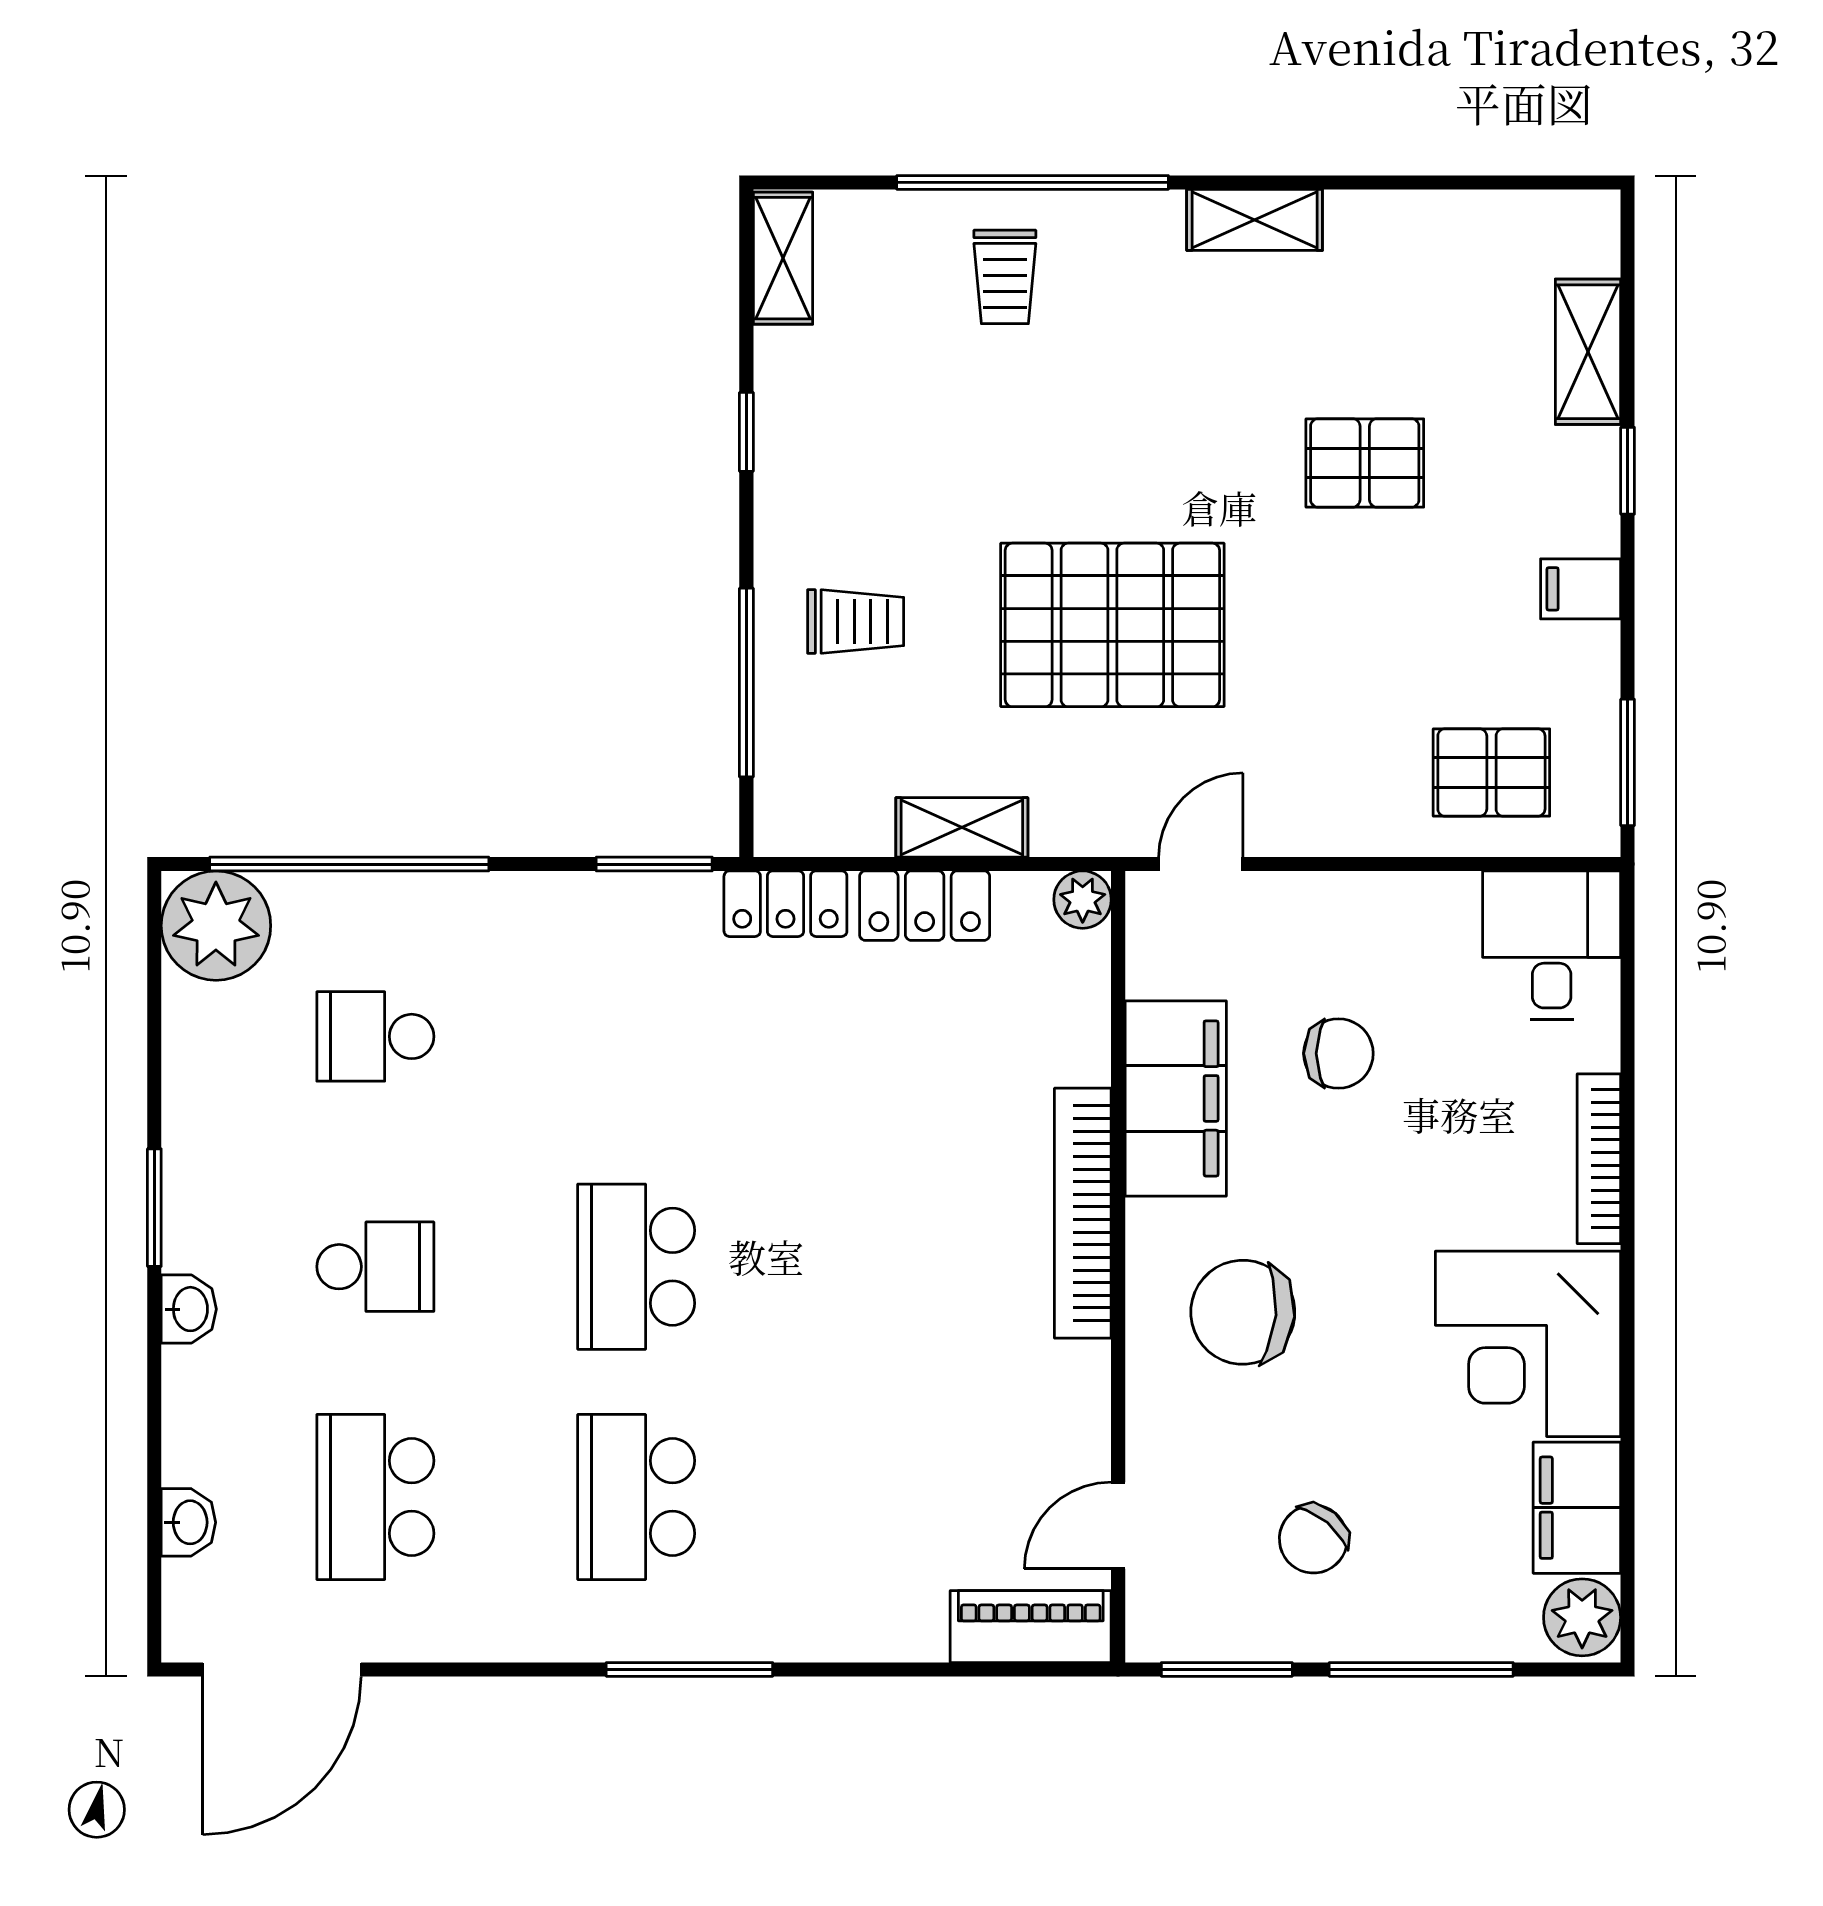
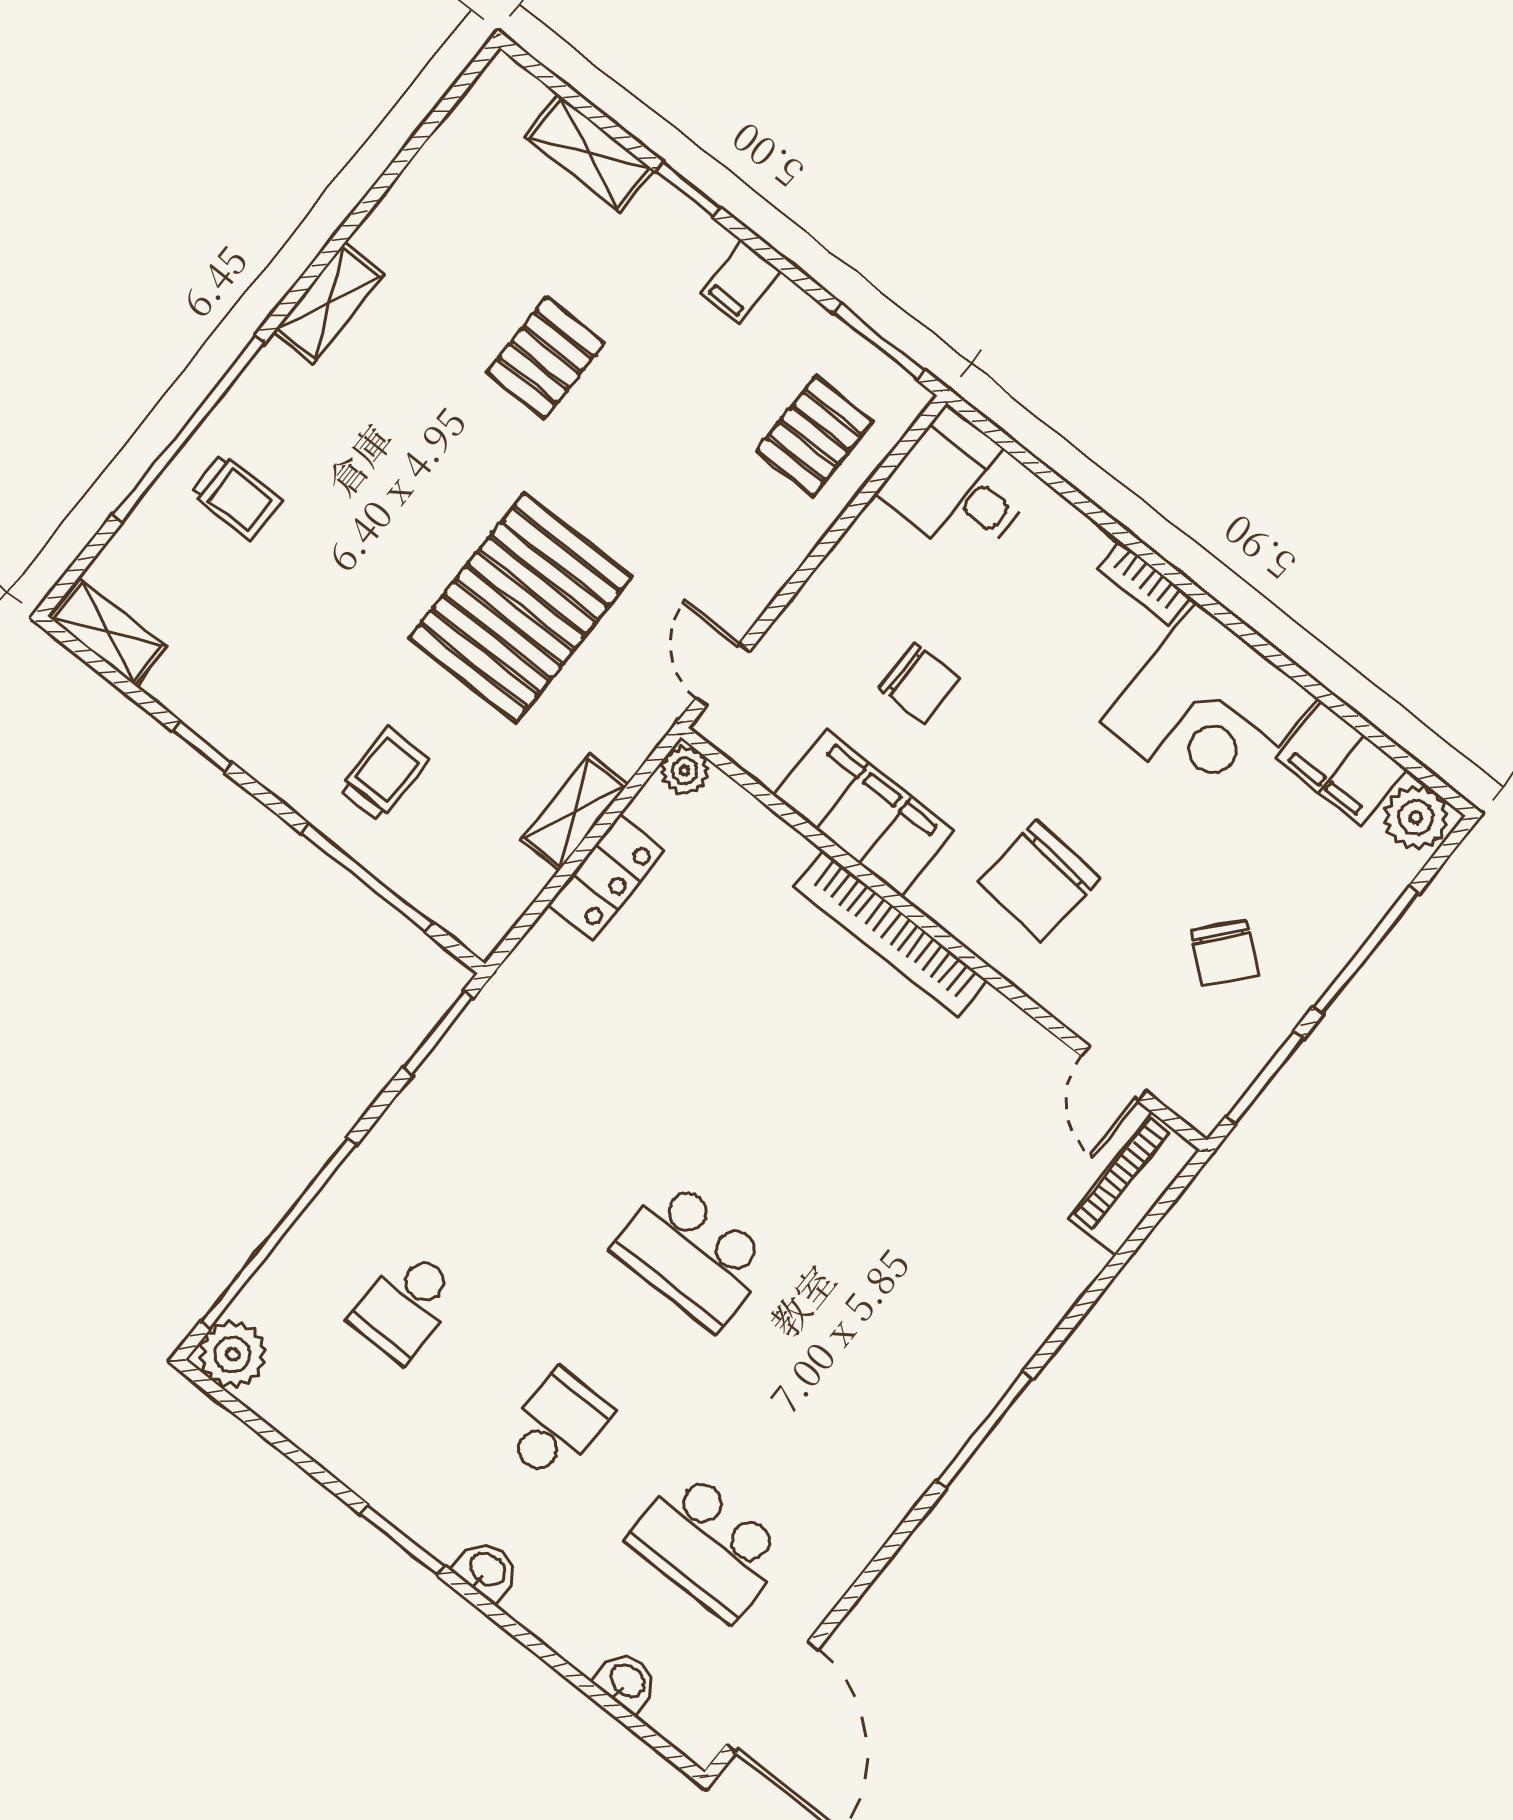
locker: (785, 904) -> (532, 967), removed
plant: (216, 926) -> (233, 1354), width x0.73, depth x0.73
chair: (1338, 1053) -> (919, 683), turned 90
bookcase: (1599, 1159) -> (1144, 583), width x0.64
school desk: (636, 1497) -> (844, 1375), removed

